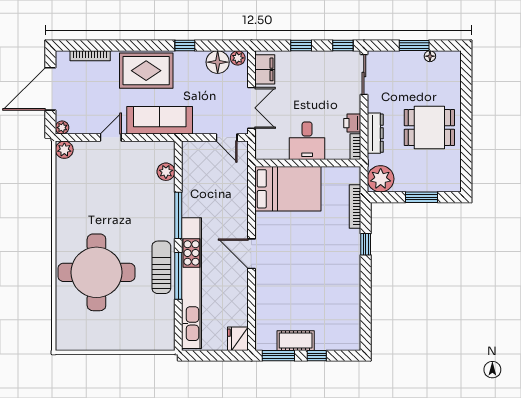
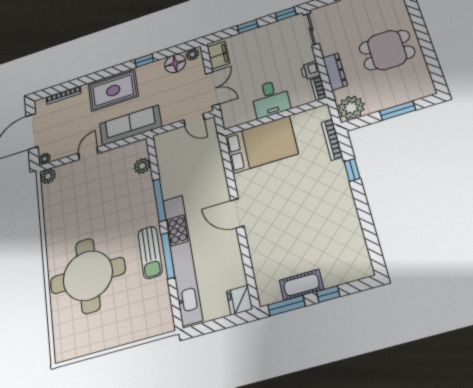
sun lounger: (161, 267) -> (150, 252), turned 180

